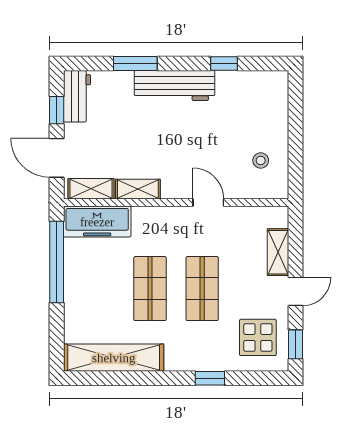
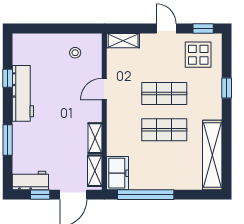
workbench: (175, 85) -> (23, 93), moved
freezer: (97, 222) -> (118, 173), width x0.71
shelving: (278, 252) -> (123, 41), moved

